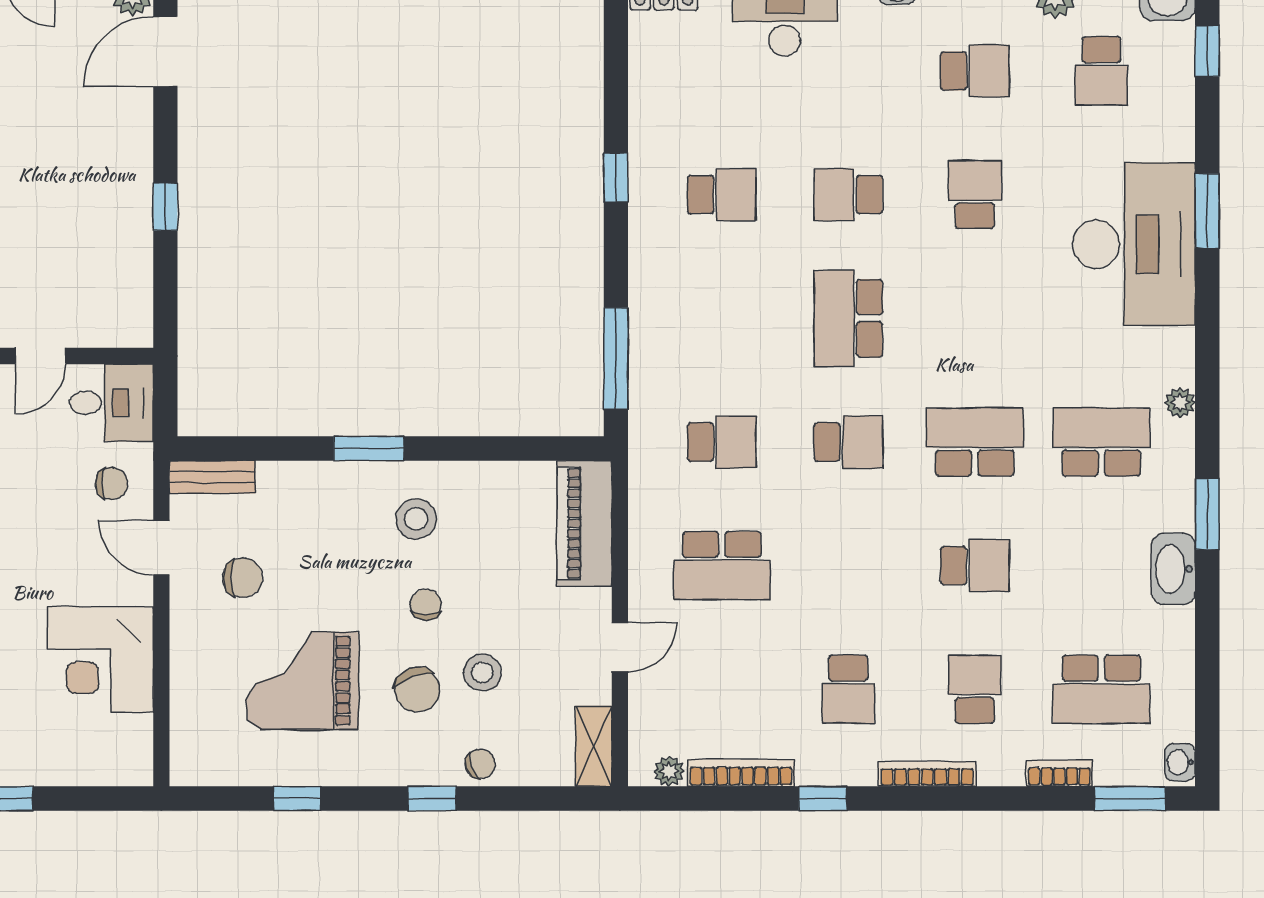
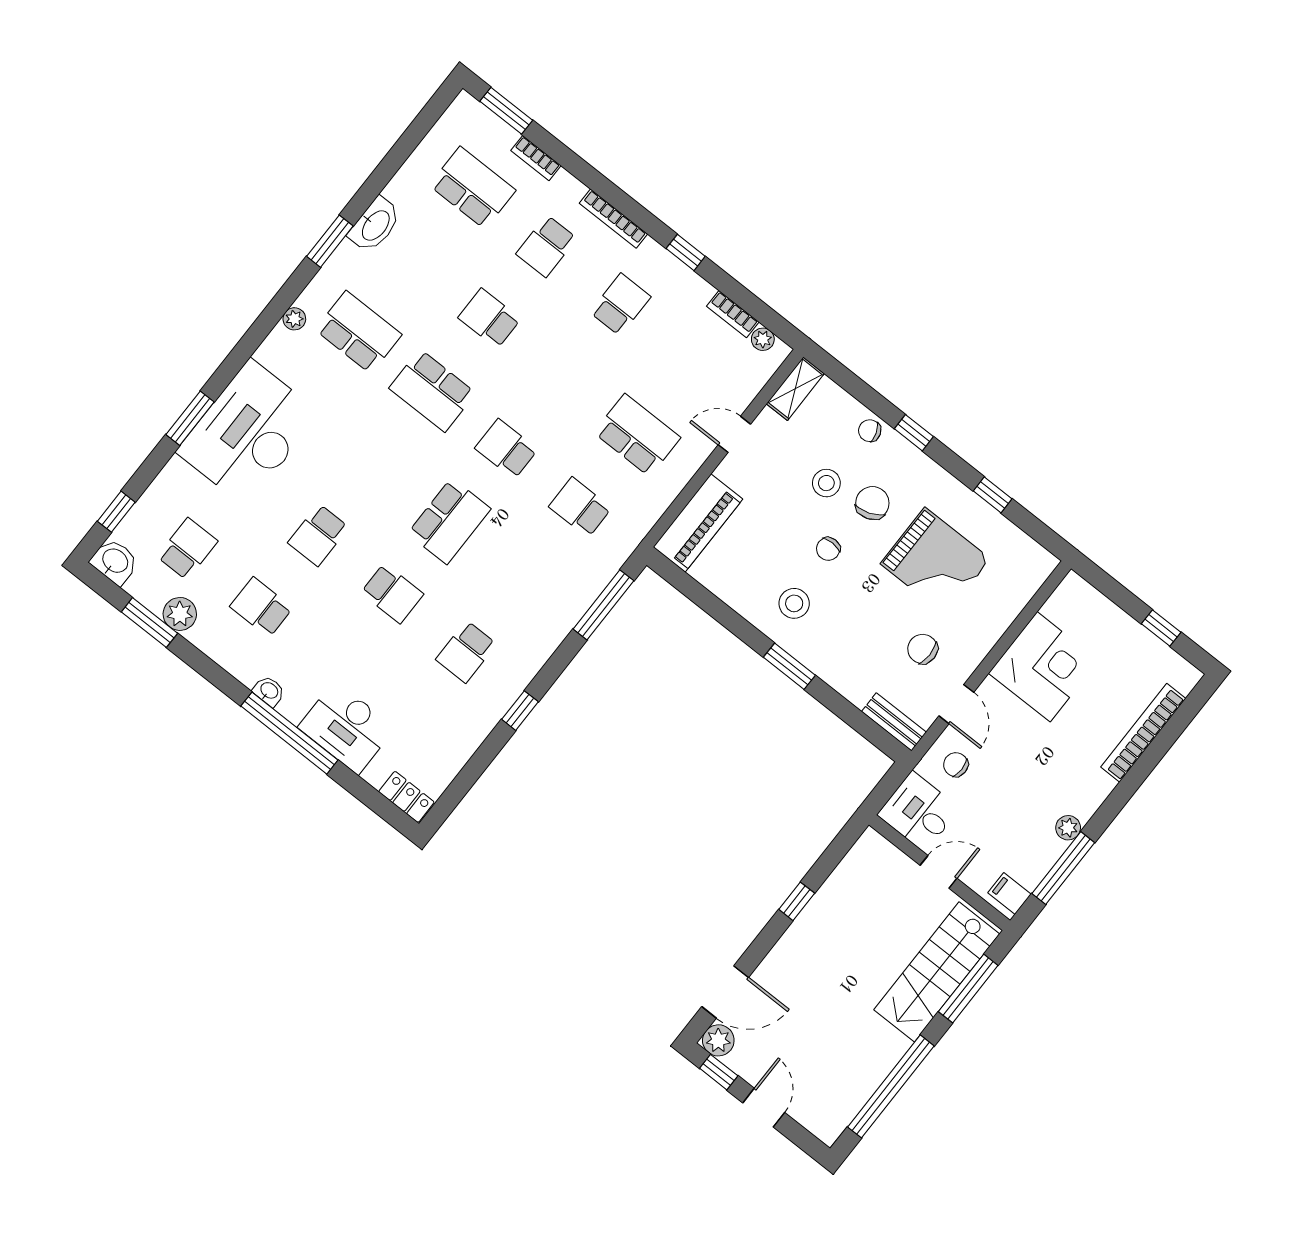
school desk: (722, 195) -> (466, 652), turned -90
school desk: (1101, 442) -> (358, 332), turned 180
washbasin: (1180, 762) -> (460, 109), removed
bookcase: (741, 773) -> (733, 314), width x0.64

